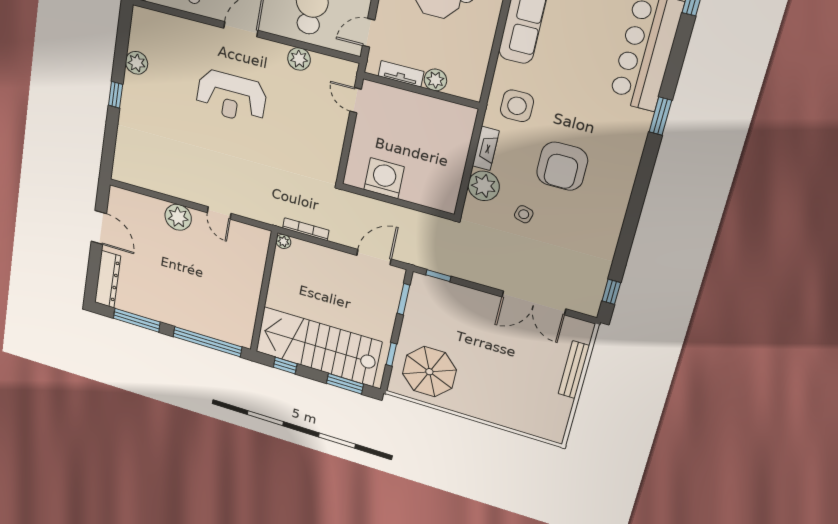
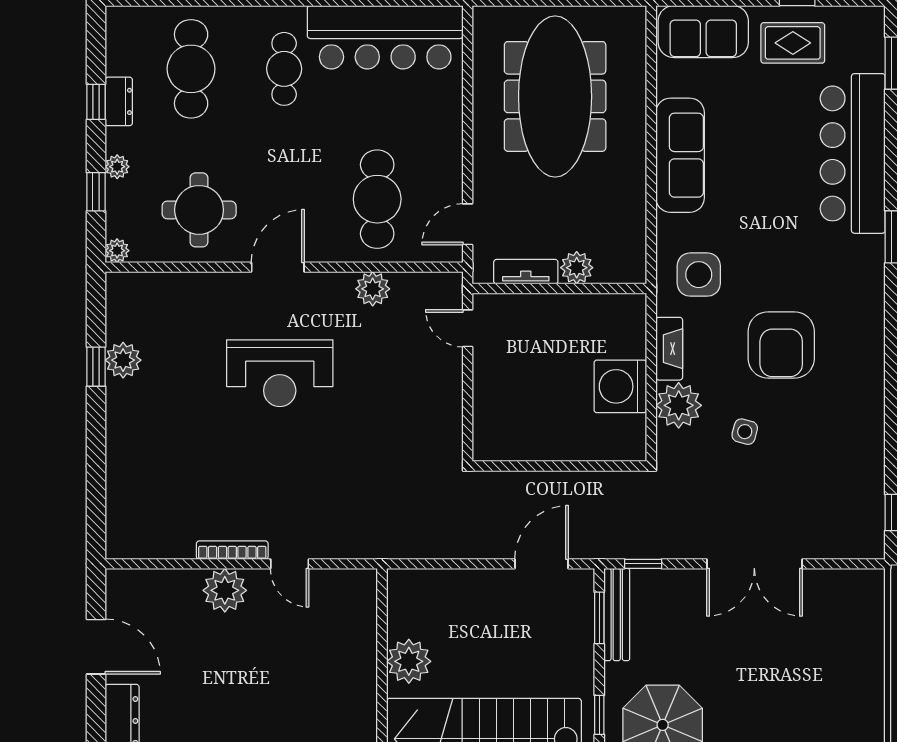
window: (116, 95) -> (96, 367), moved
washing machine: (384, 178) -> (620, 386), moved, turned -90
bookcase: (306, 229) -> (232, 550), moved
plant: (283, 241) -> (409, 661), moved, width x1.88, depth x1.88
double door: (534, 303) -> (754, 564), moved
bench: (574, 370) -> (617, 615), moved

